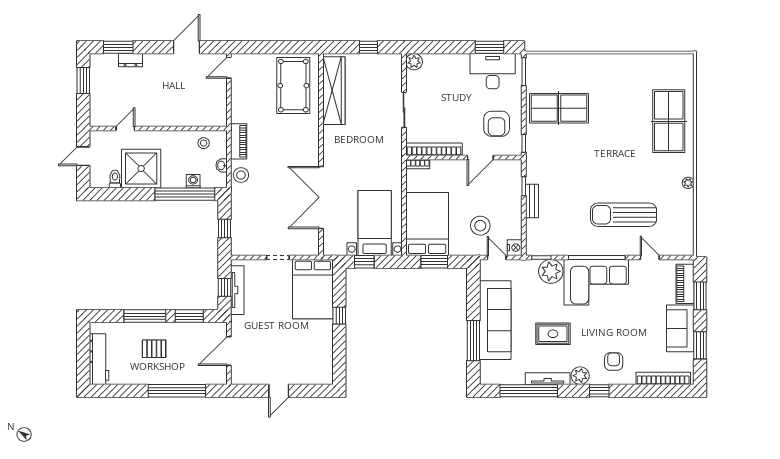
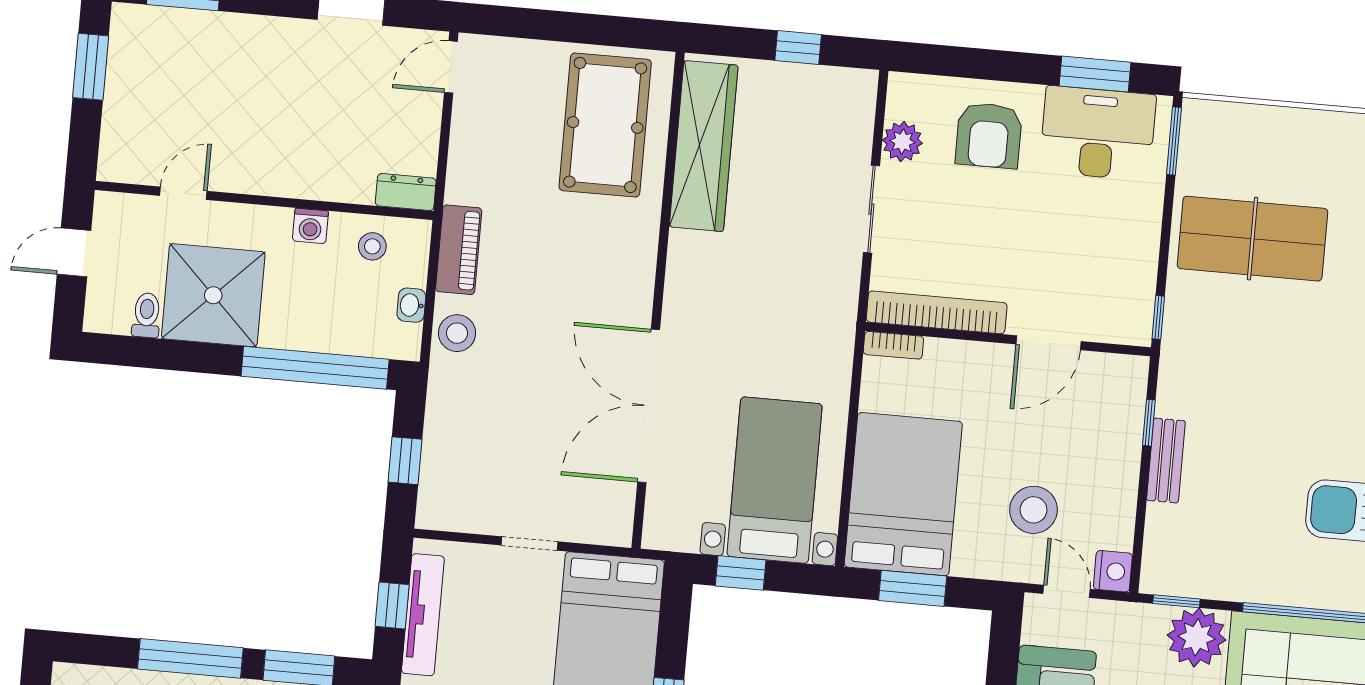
dresser: (130, 60) -> (406, 192), moved, turned 180
plant: (414, 62) -> (902, 142), moved
armchair: (497, 124) -> (989, 135), moved
washing machine: (193, 181) -> (310, 226), moved, turned 180

